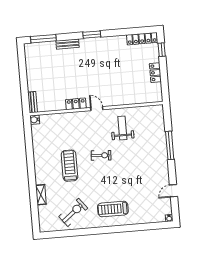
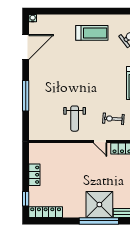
window: (92, 35) -> (99, 221), width x2.11
shower: (93, 50) -> (99, 205), added
exercise bike: (101, 155) -> (113, 119), moved
door: (173, 191) -> (26, 47), width x1.88

